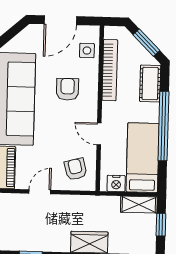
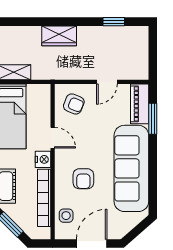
armchair: (76, 169) -> (74, 104), turned -53
nightstand: (116, 183) -> (43, 159), moved, turned 90

